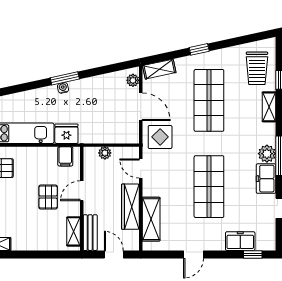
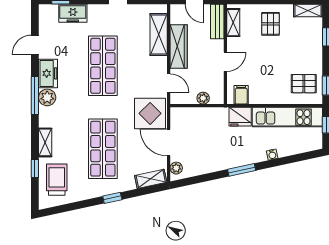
water cooler: (63, 88) -> (272, 155), moved
display table: (160, 137) -> (150, 113), width x1.36, depth x1.36
pallet: (48, 197) -> (270, 24), moved

